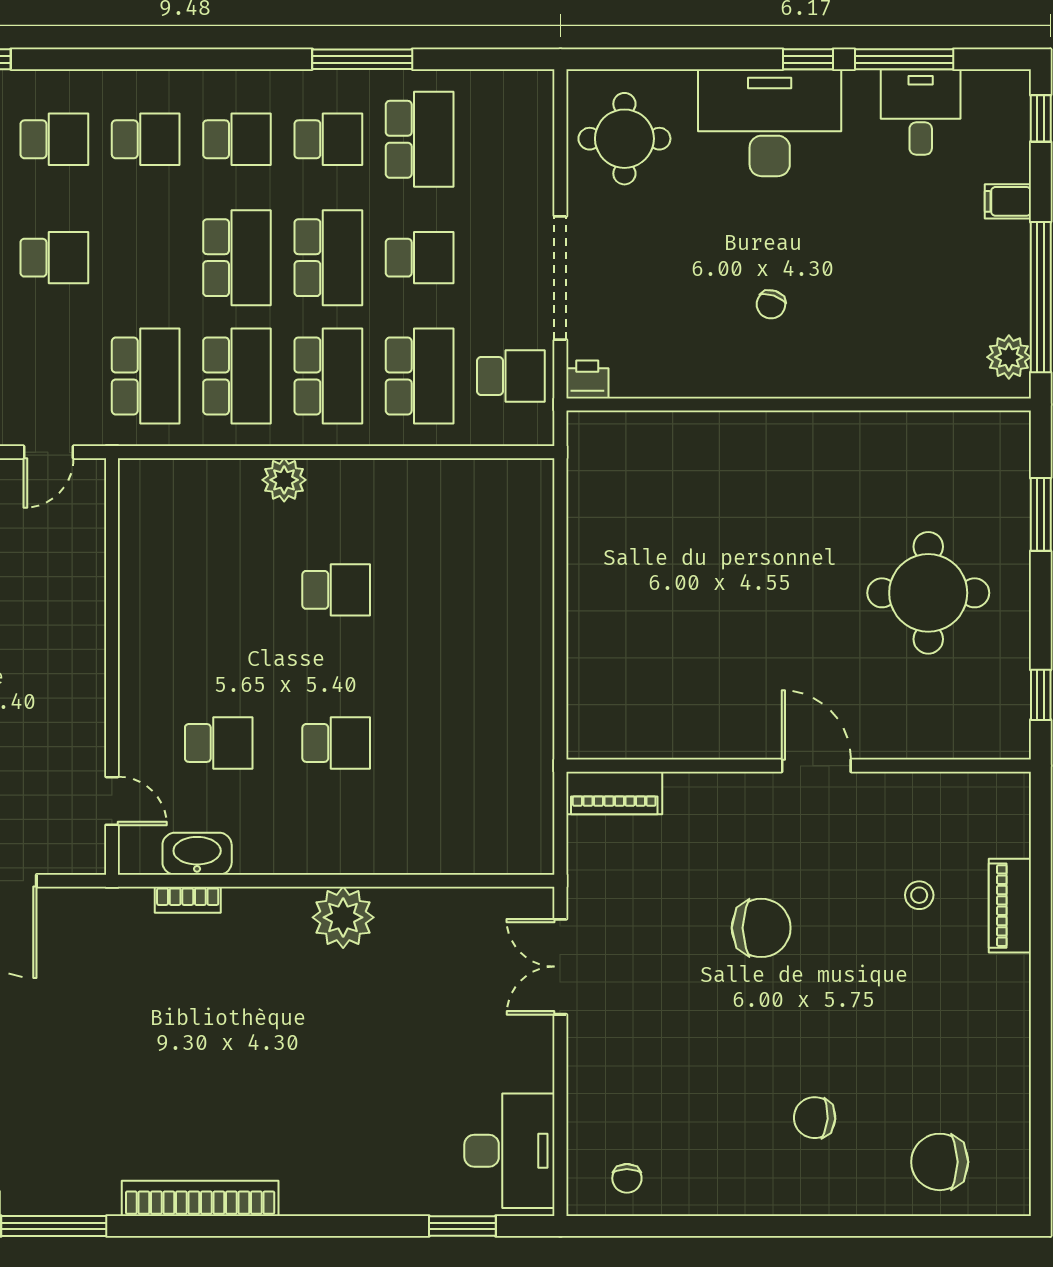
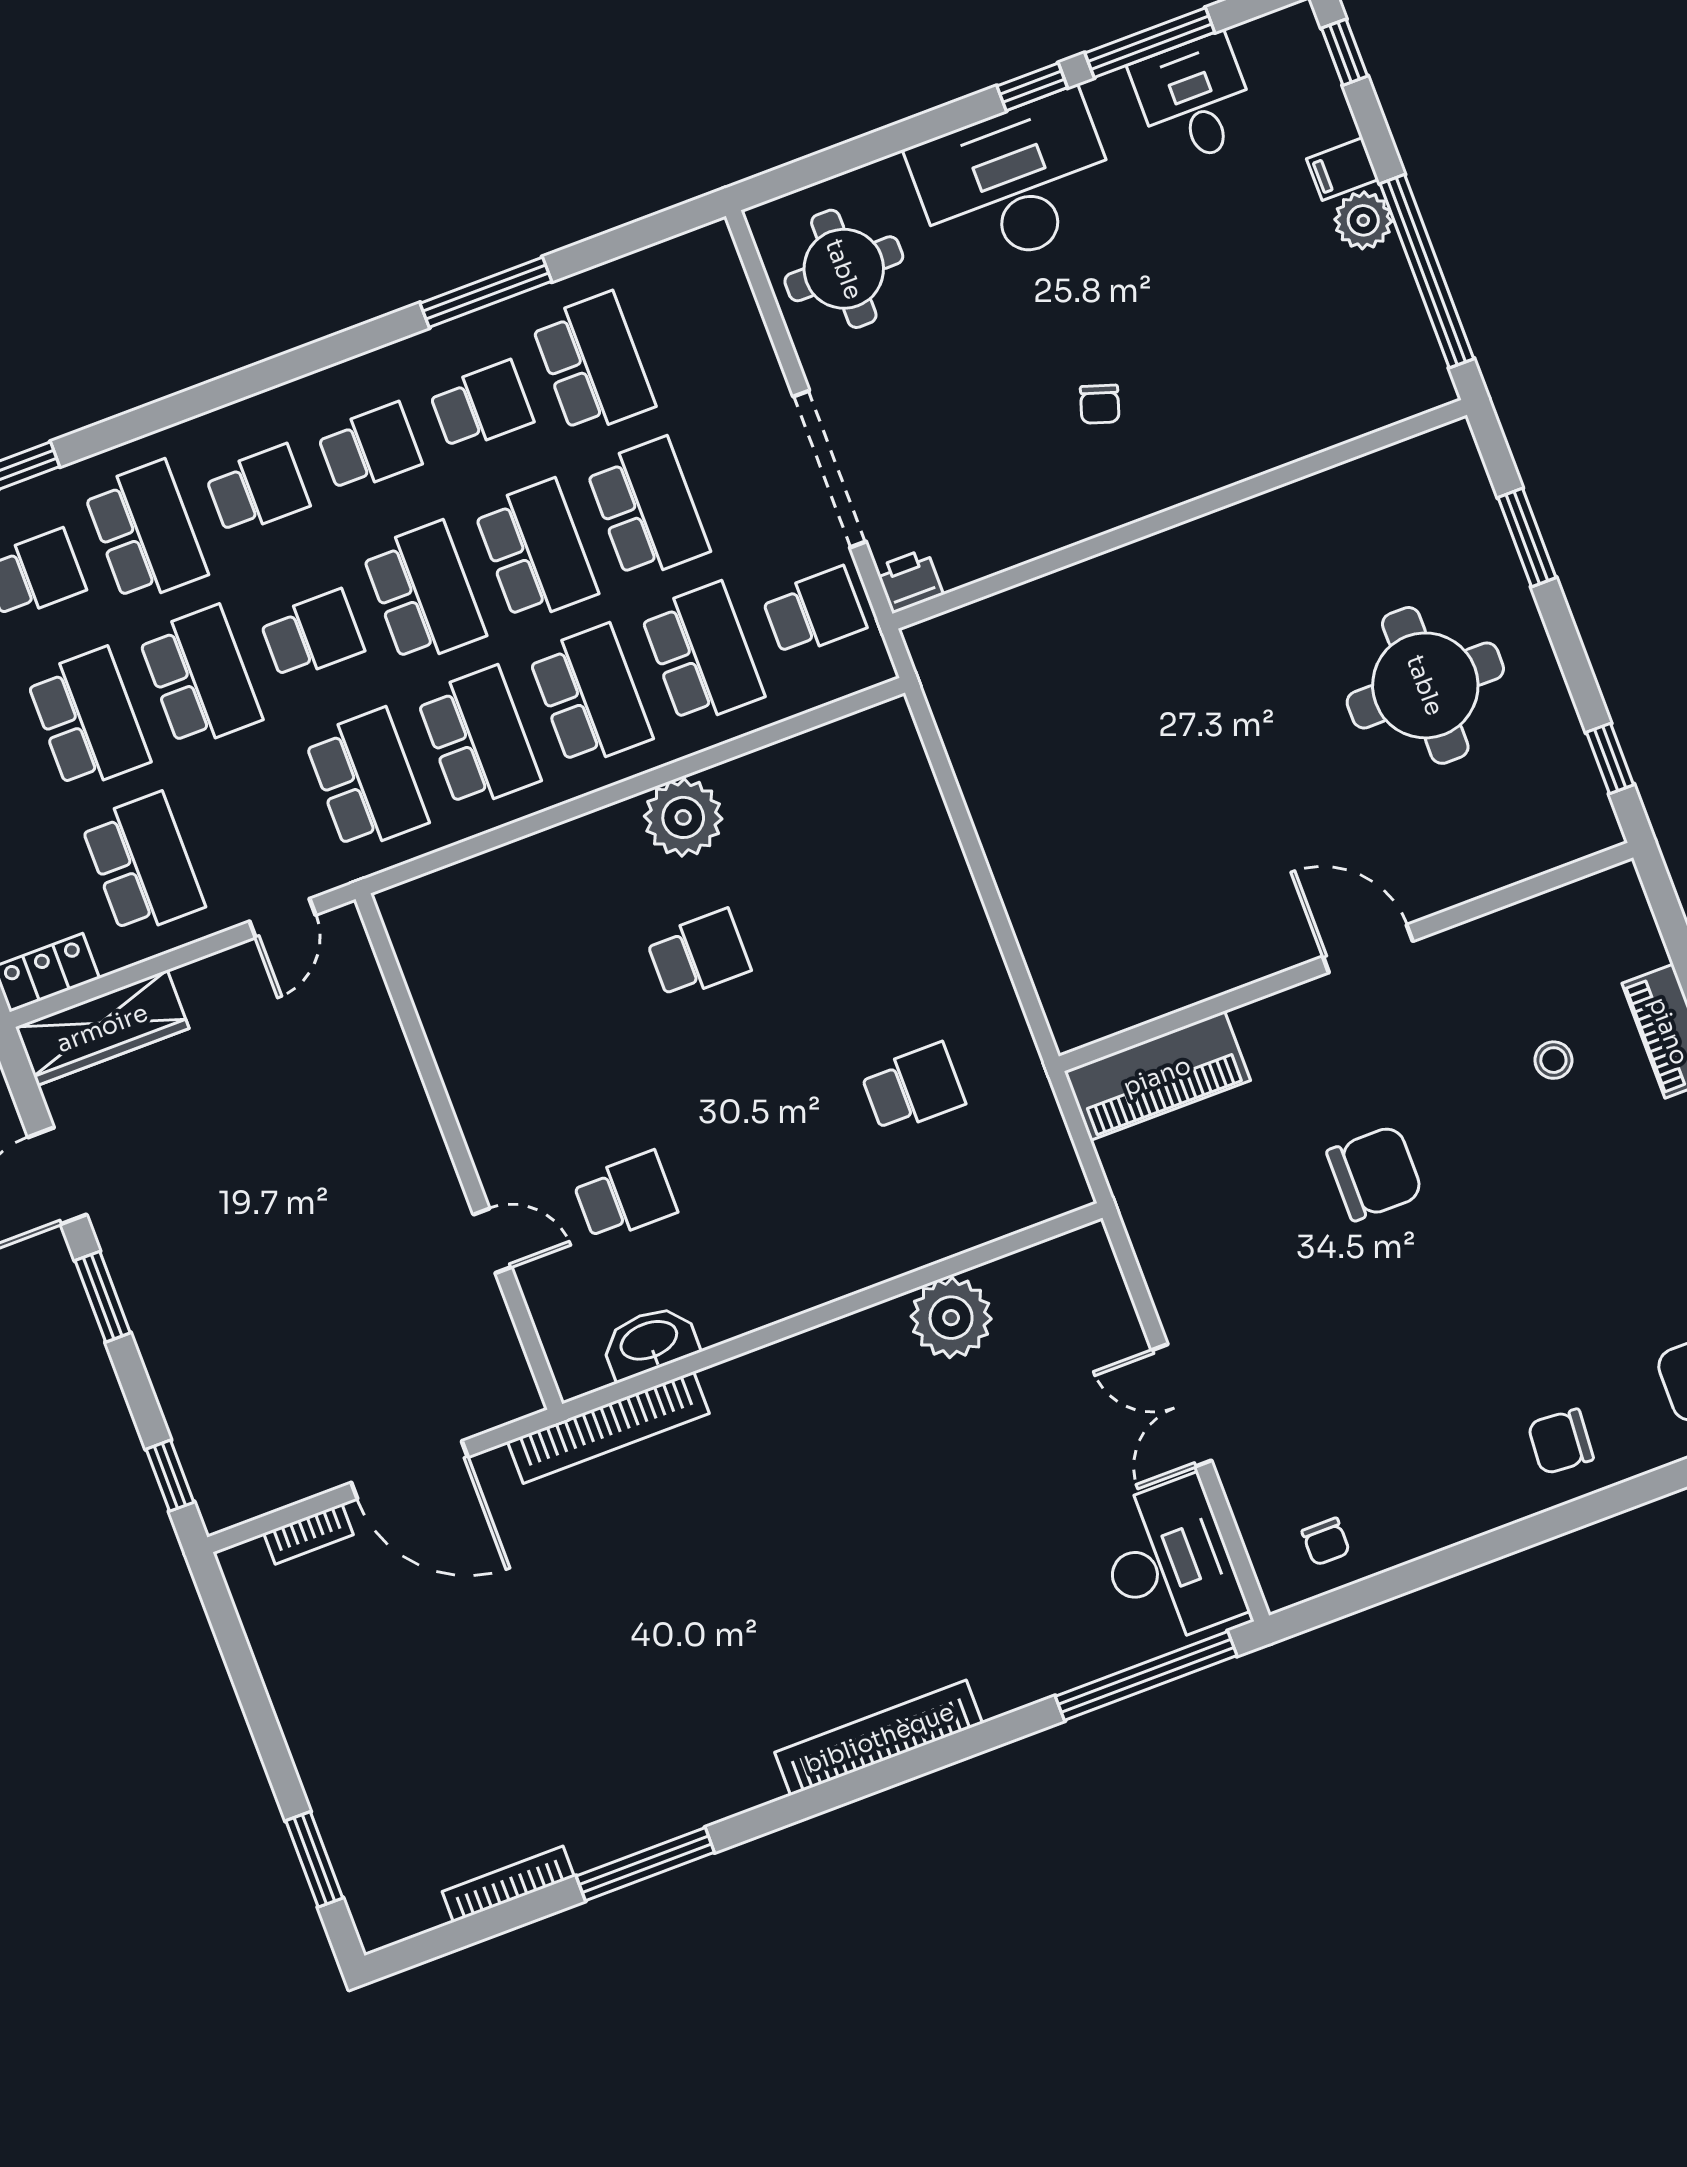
school desk: (54, 139) -> (146, 532), width x1.85
school desk: (54, 258) -> (200, 677), width x1.85
school desk: (146, 258) -> (312, 635), added
school desk: (420, 258) -> (648, 509), width x1.85
plant: (1009, 357) -> (1363, 220), moved
plant: (284, 480) -> (683, 817), moved, width x1.36, depth x1.36
school desk: (336, 743) -> (913, 1088), moved
piano: (614, 793) -> (1157, 1076), width x1.37, depth x1.33
door: (112, 801) -> (492, 1241), moved
bookcase: (188, 900) -> (608, 1428), width x2.31, depth x1.31
plant: (343, 917) -> (951, 1318), moved
double door: (560, 967) -> (1182, 1405), moved
chair: (815, 1118) -> (1561, 1442), moved
bookcase: (200, 1198) -> (879, 1738), moved
window: (462, 1226) -> (1146, 1676), width x2.11

